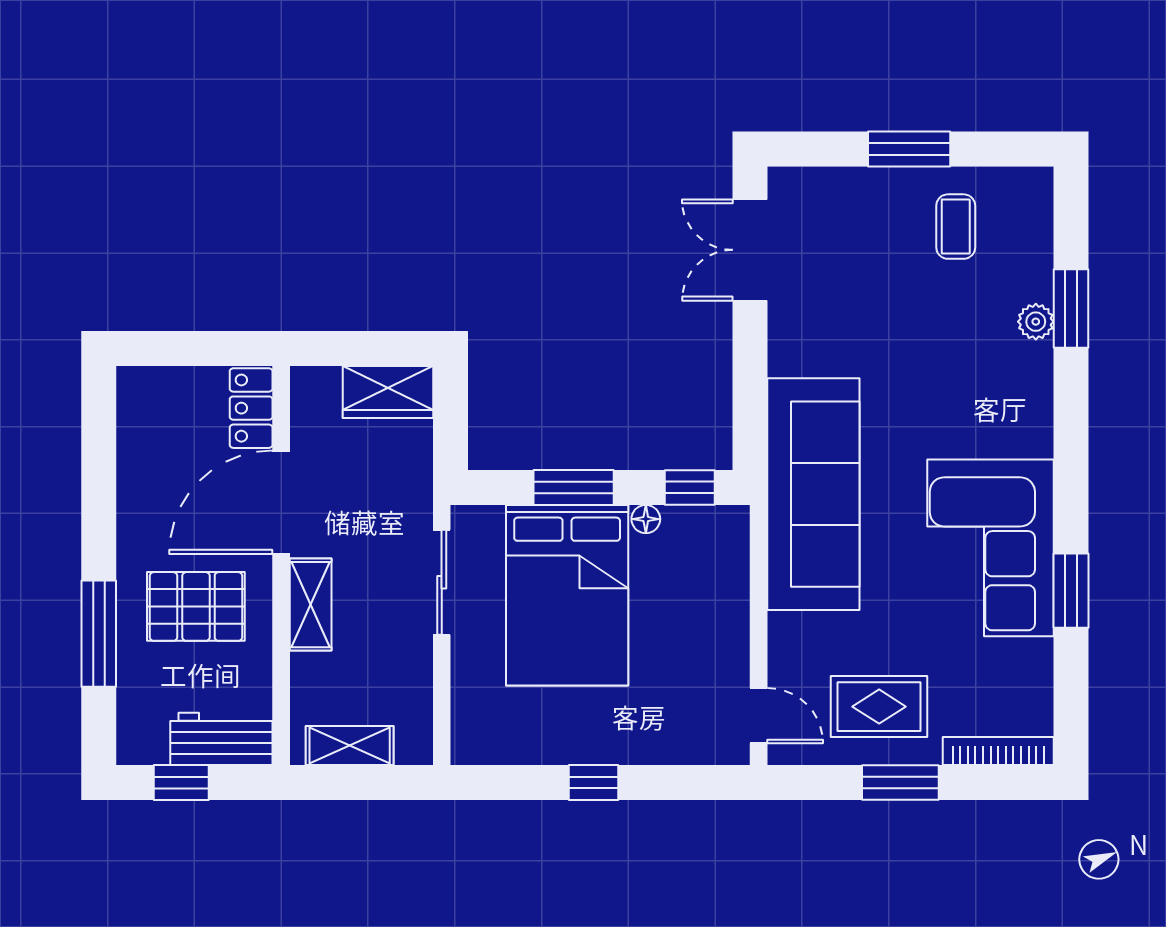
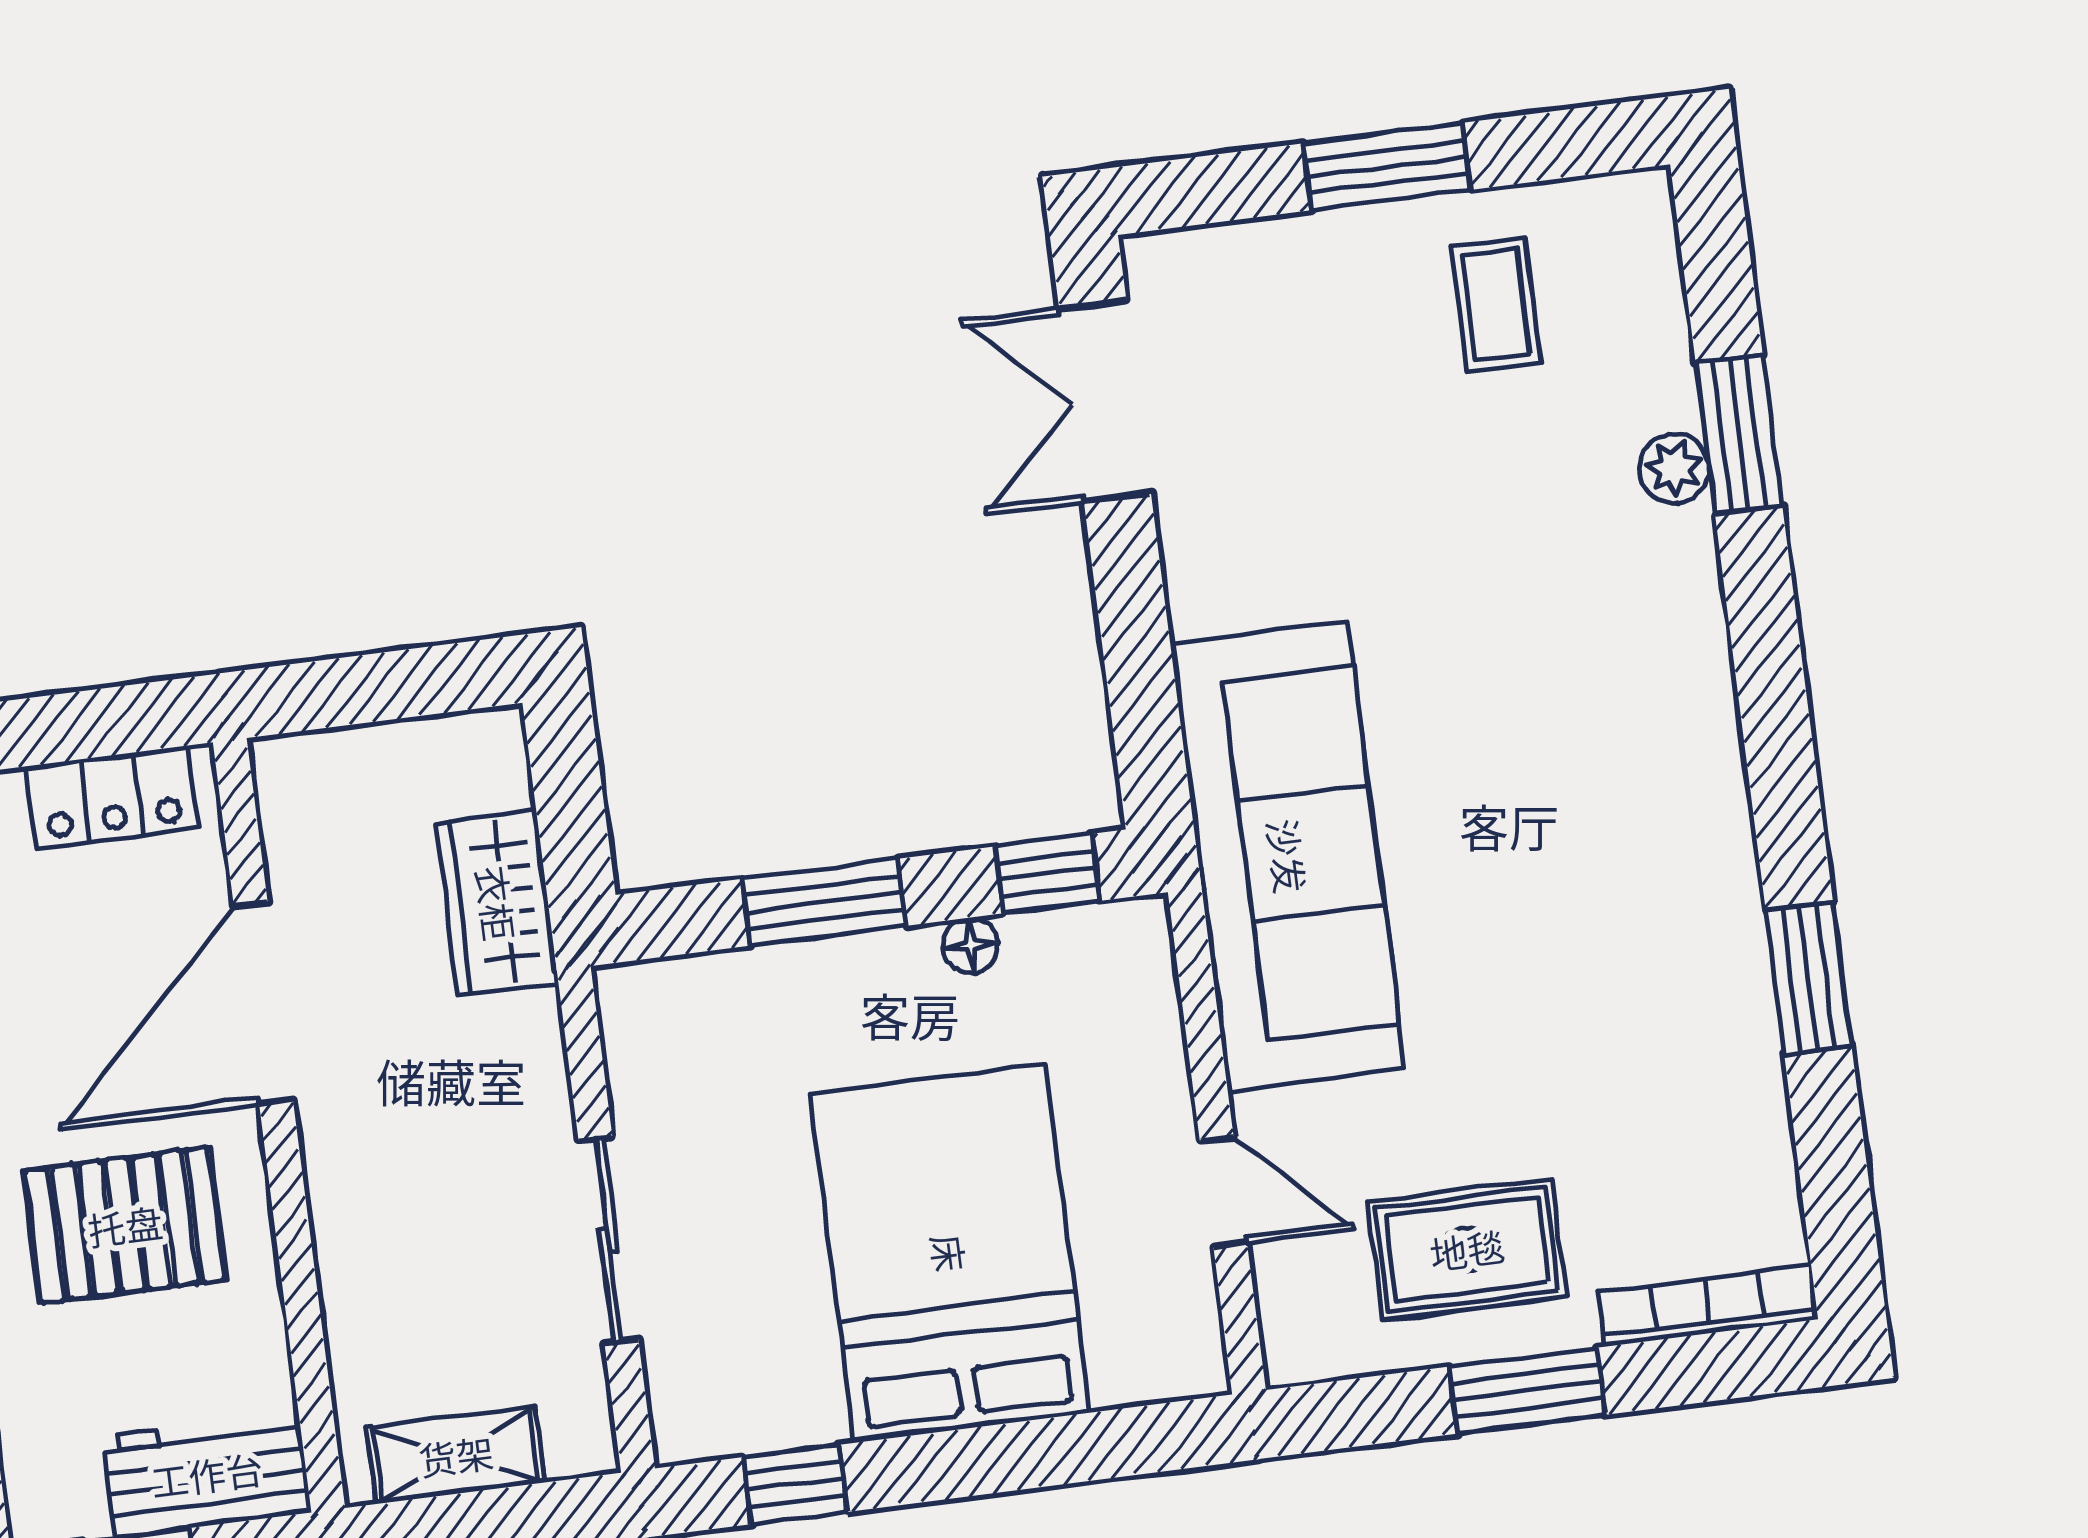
wardrobe: (388, 392) -> (497, 903), moved, turned 90
locker: (251, 408) -> (112, 797), moved, turned -90
corner sofa: (991, 548) -> (1643, 916), removed
sliding door: (442, 582) -> (608, 1240), moved
bed: (567, 595) -> (950, 1253), moved, turned 180
shelving: (311, 605) -> (345, 1193), removed
door: (759, 716) -> (1223, 1192), moved
window: (594, 783) -> (795, 1484), moved

